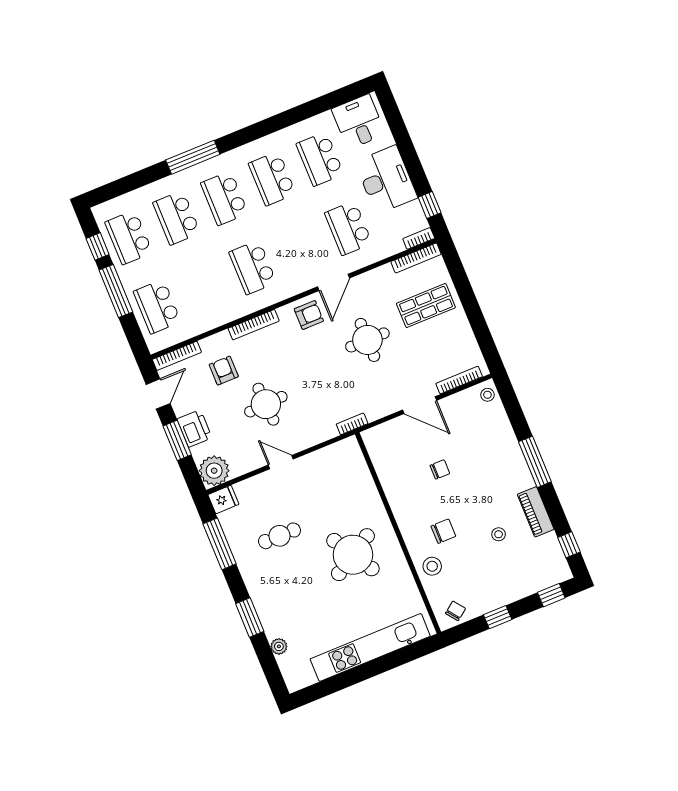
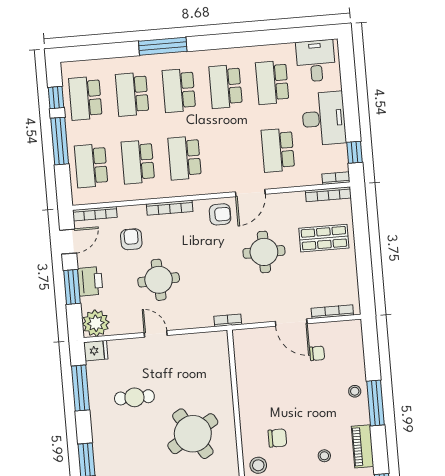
school desk: (205, 287) -> (138, 162), added
stool: (487, 395) -> (355, 391), moved
chair: (440, 469) -> (317, 353), moved

